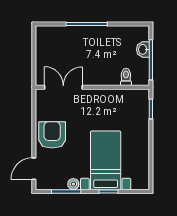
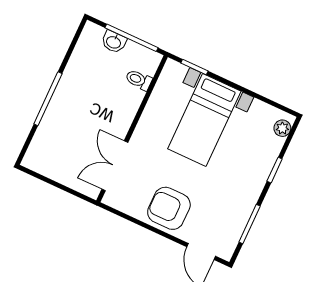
bed with nightstands: (106, 160) -> (204, 120), moved, turned -90
plant: (73, 184) -> (282, 128), moved

